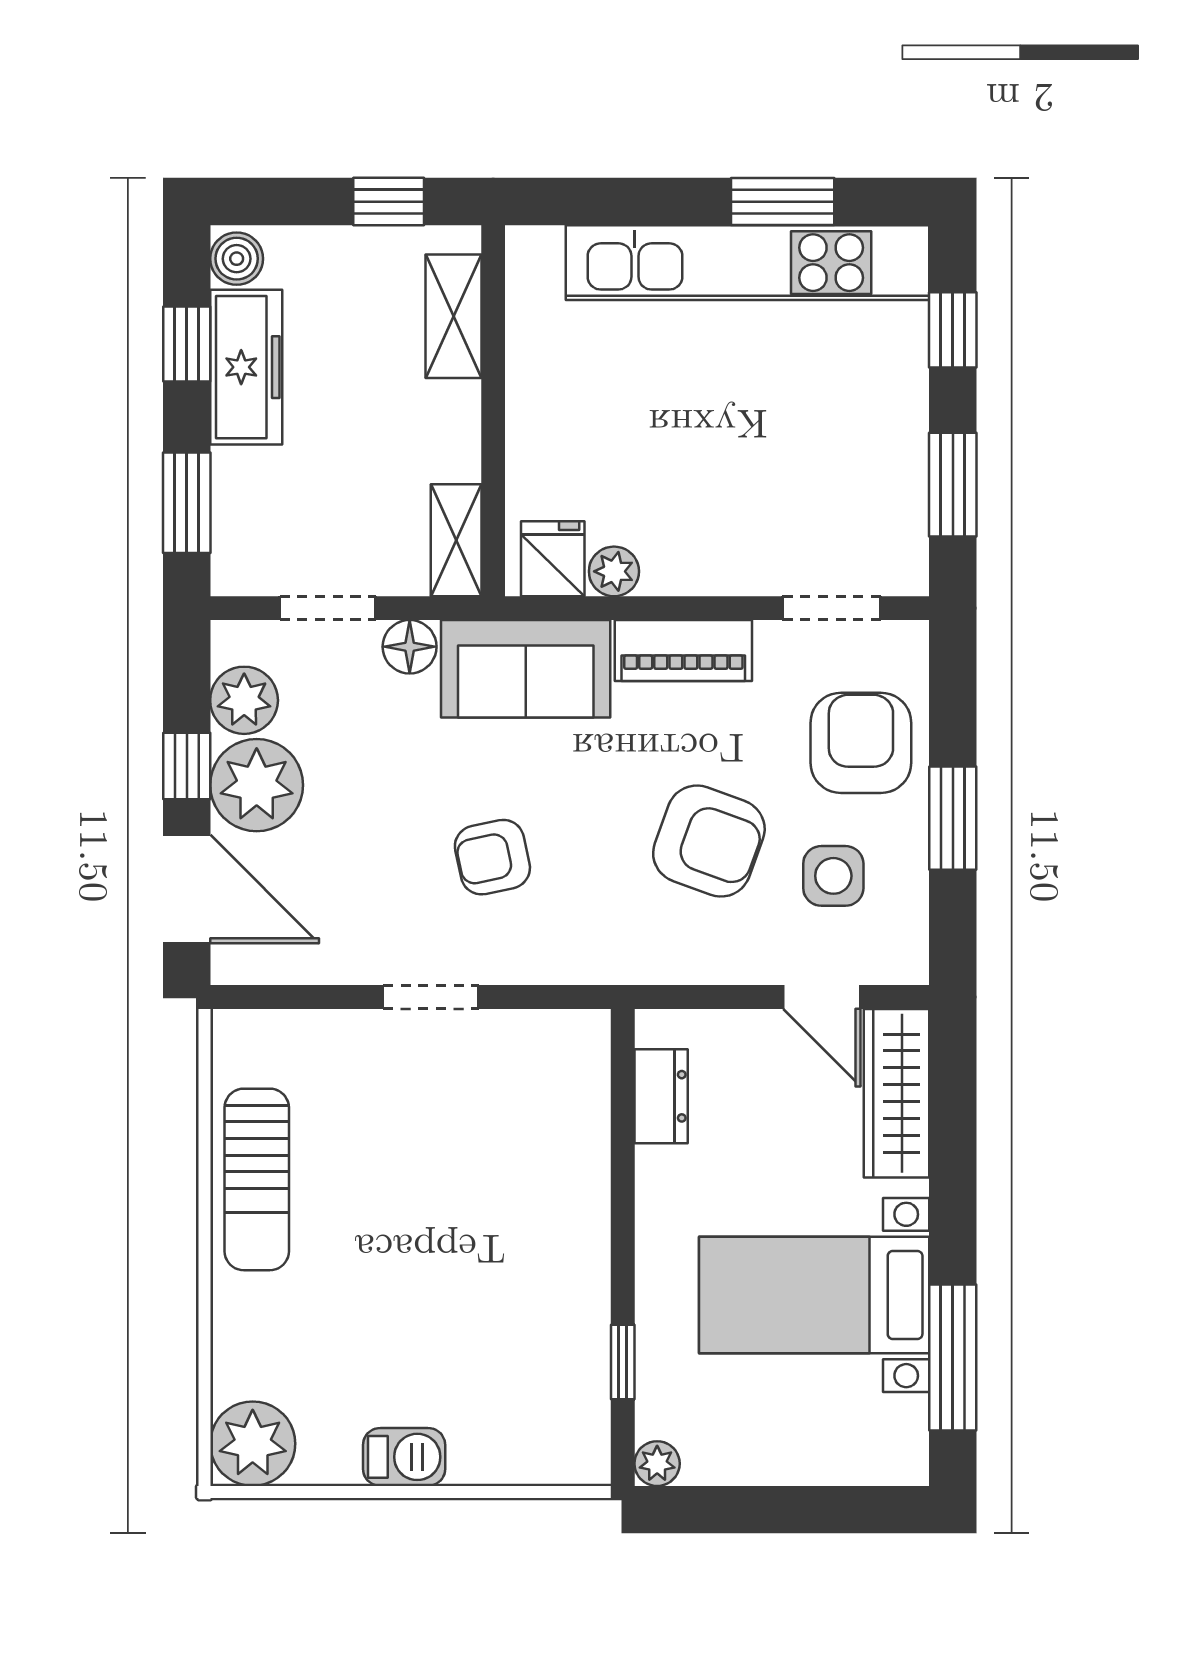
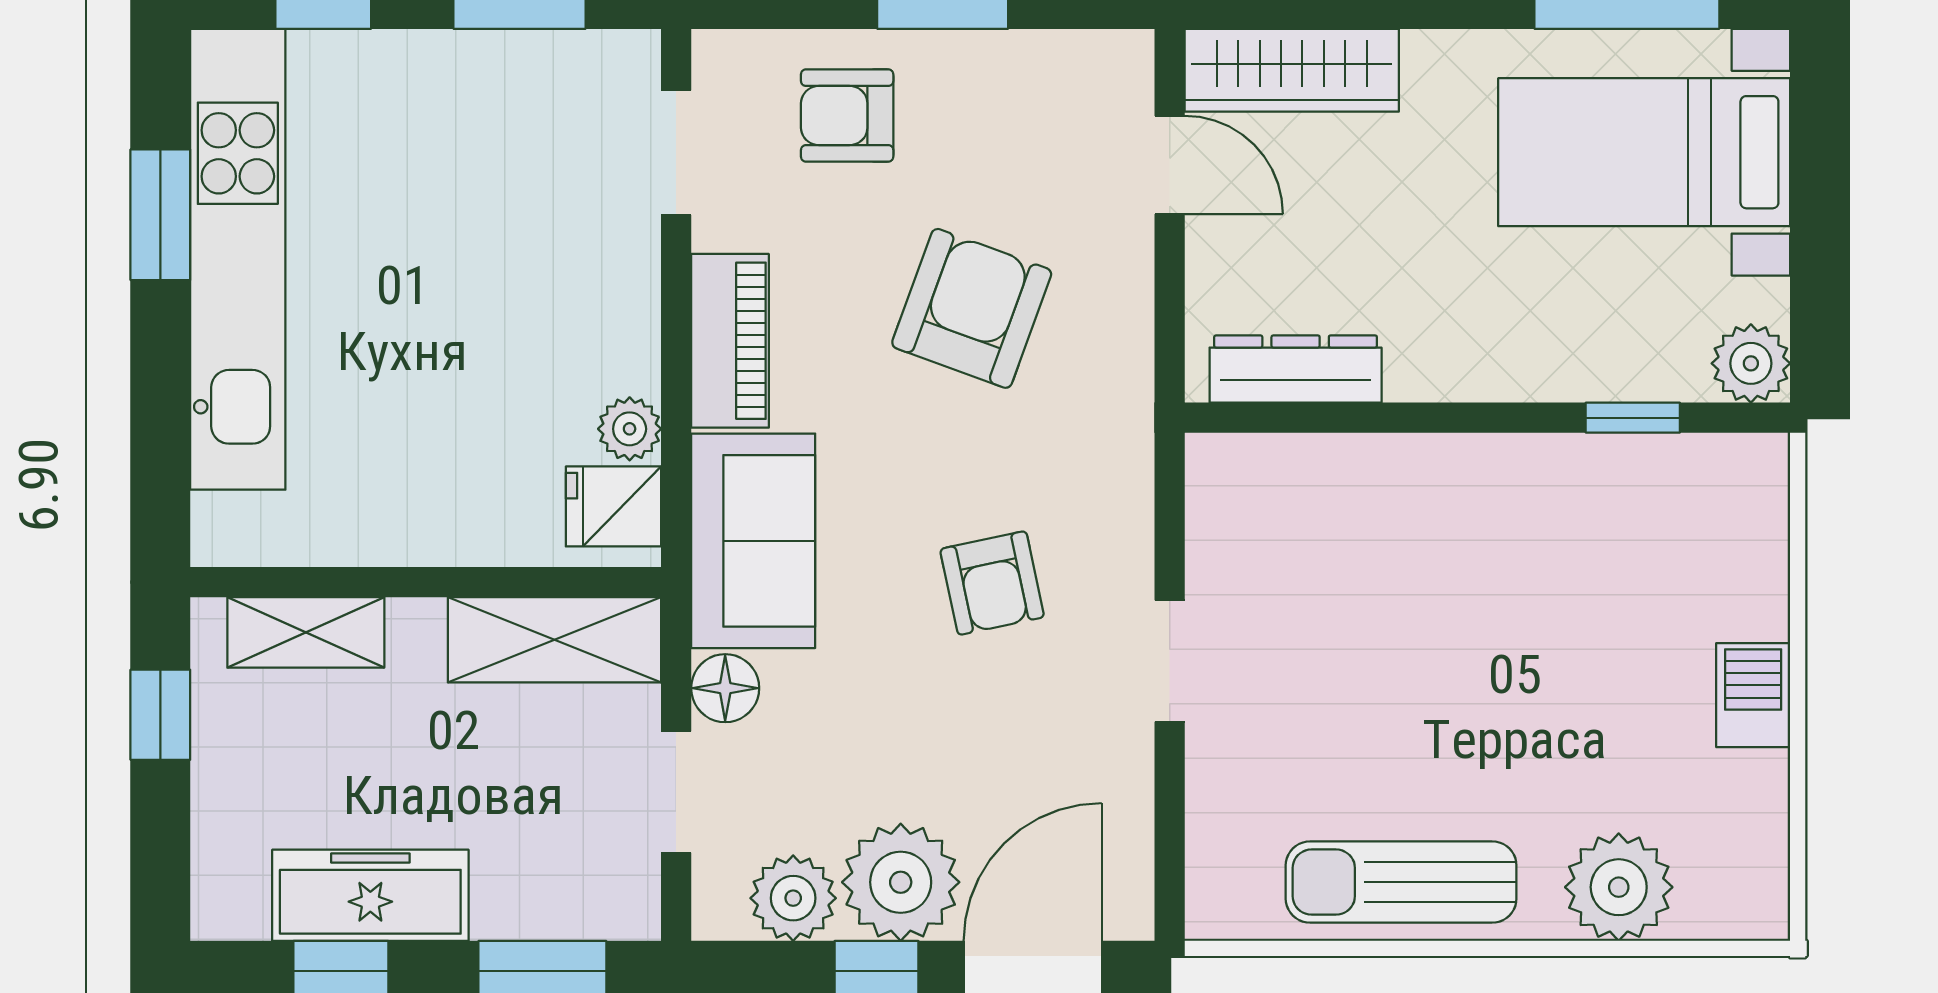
boiler: (237, 259) -> (233, 908), removed
shelving: (456, 540) -> (555, 640), width x1.50, depth x1.33
armchair: (861, 743) -> (847, 116), width x0.72, depth x0.72
side table: (833, 876) -> (1016, 150), removed
door: (822, 997) -> (1170, 165), hinge flipped
dresser: (661, 1096) -> (1296, 369), width x1.44
sun lounger: (257, 1179) -> (1401, 882), turned 180
bed with nightstands: (814, 1295) -> (1644, 152), moved, turned 90
plant: (253, 1444) -> (1619, 887), moved
plant: (657, 1464) -> (1751, 363), width x1.38, depth x1.38

